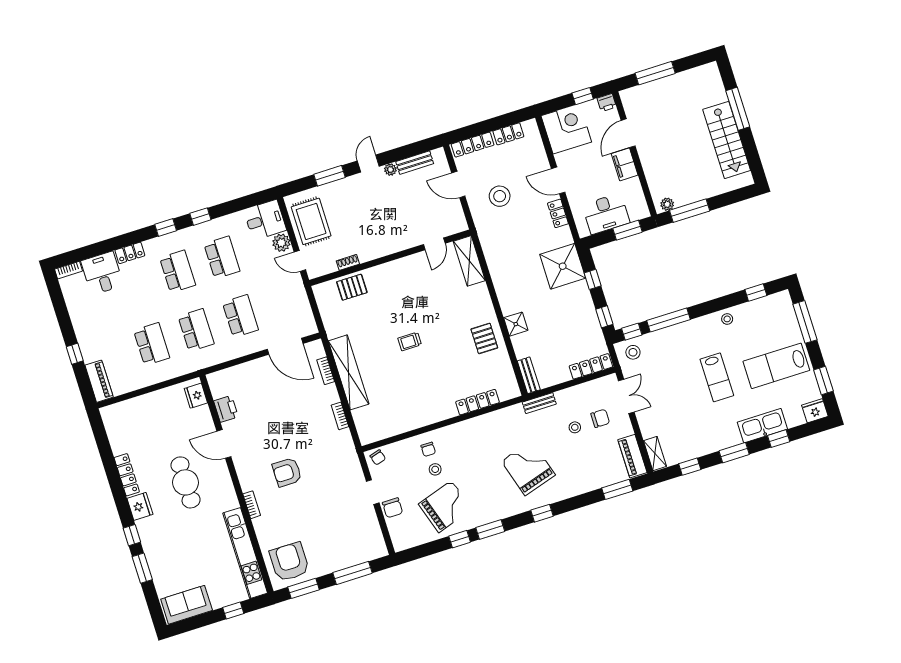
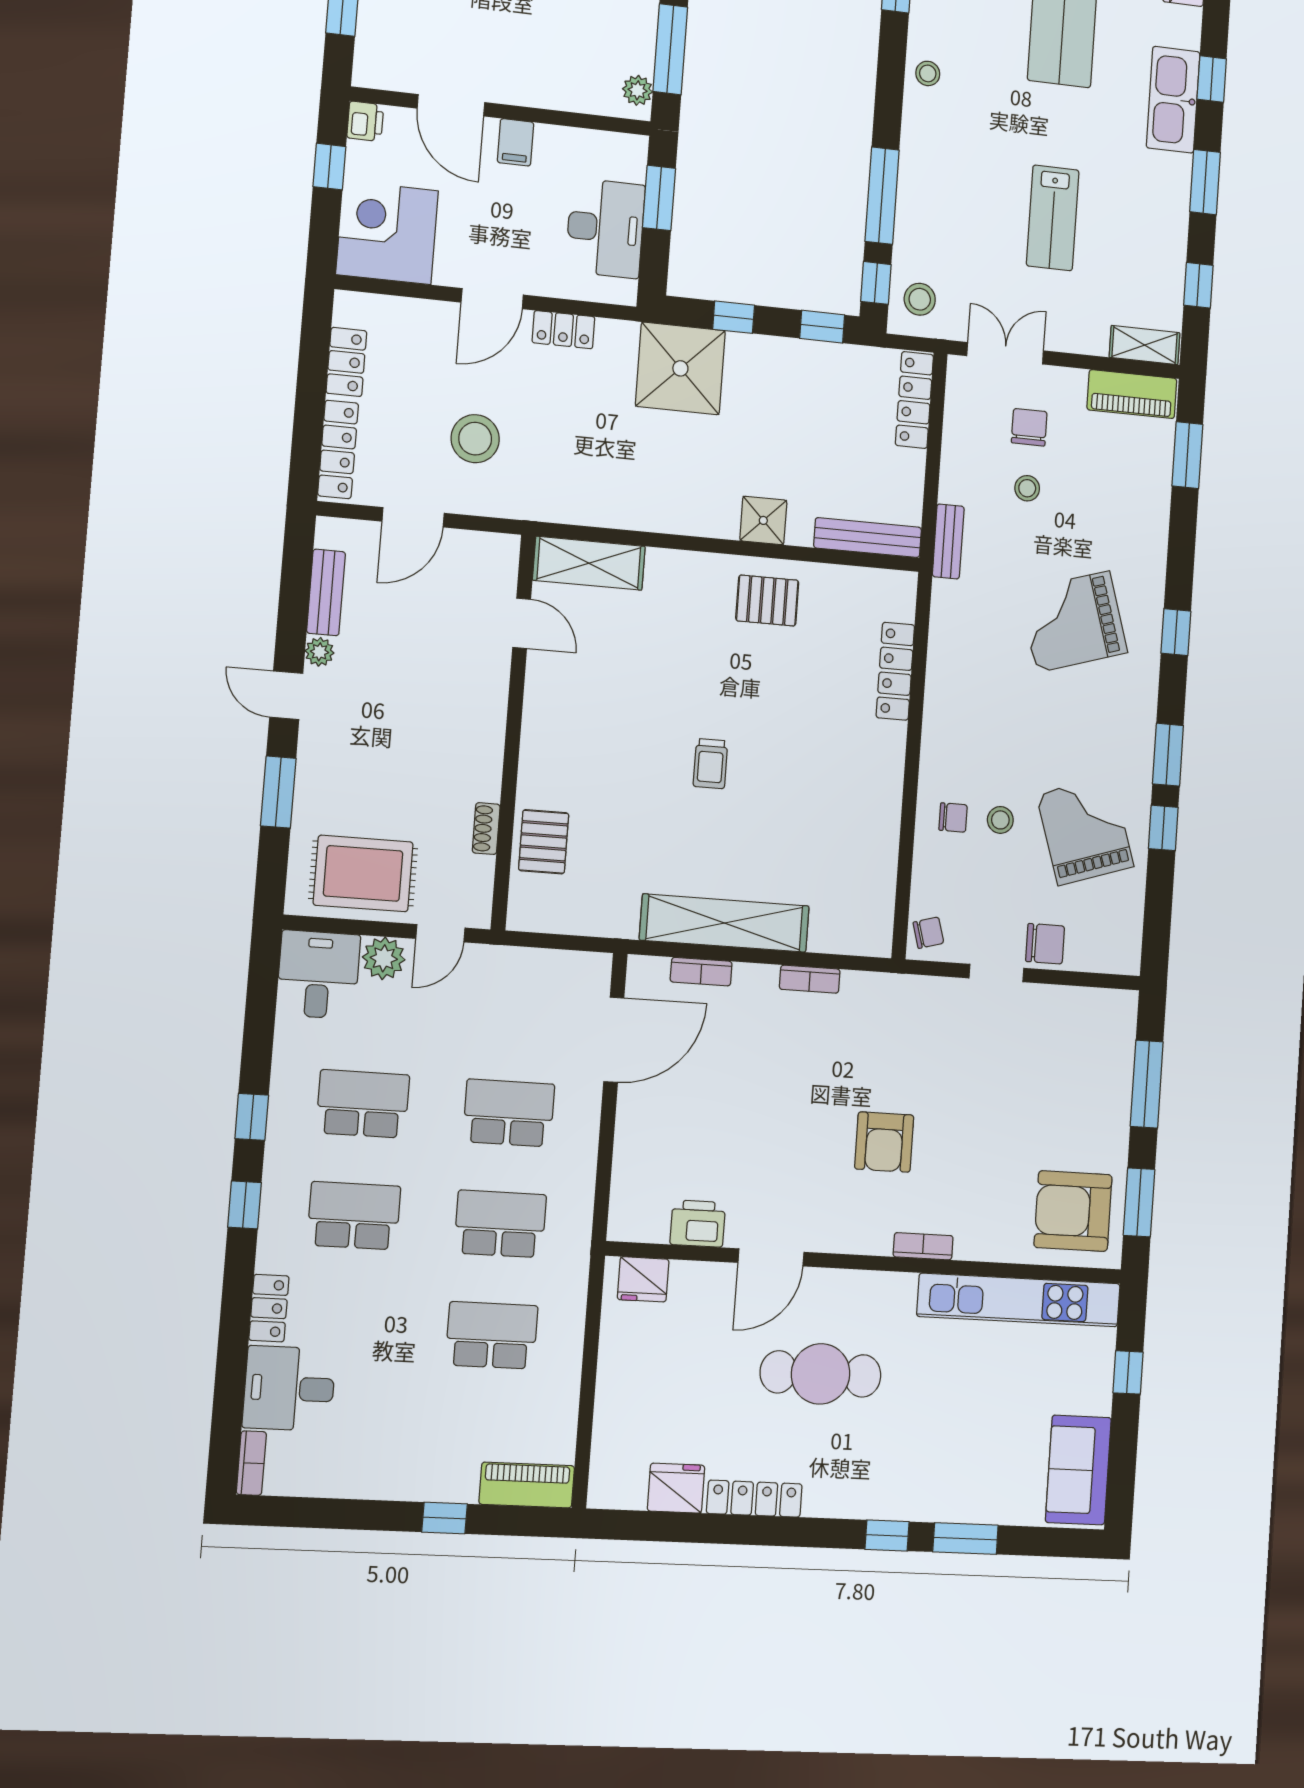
filing cabinet: (625, 164) -> (515, 142), width x0.50
bench: (529, 375) -> (868, 538), width x1.36
lab bench: (717, 377) -> (1053, 218), moved, turned 90
fridge: (140, 506) -> (676, 1488), moved

